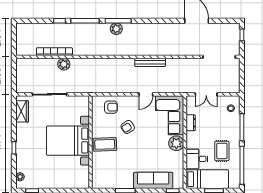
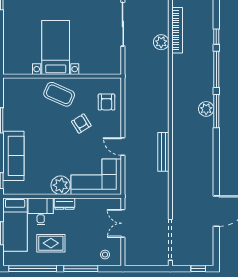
dresser: (191, 123) -> (64, 204), moved
bed with nightstands: (68, 141) -> (56, 47), width x0.73
coffee table: (105, 144) -> (59, 94), turned -64

